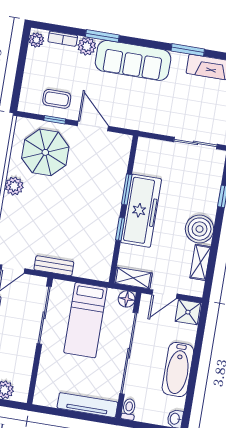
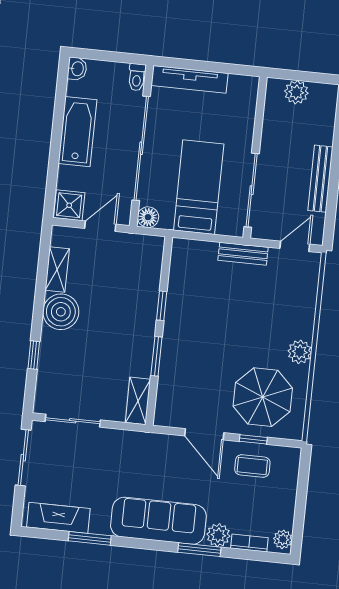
freezer: (141, 211) -> (136, 330), removed
shelving: (133, 278) -> (138, 401), moved, turned 90

